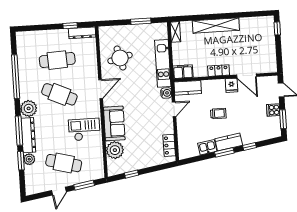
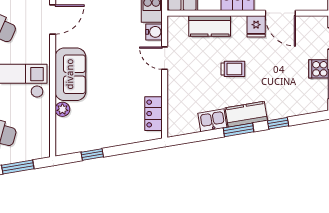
kitchen counter: (188, 88) -> (210, 26), moved
door: (174, 109) -> (165, 58), swing flipped
plant: (115, 150) -> (62, 109), width x0.53, depth x0.53

